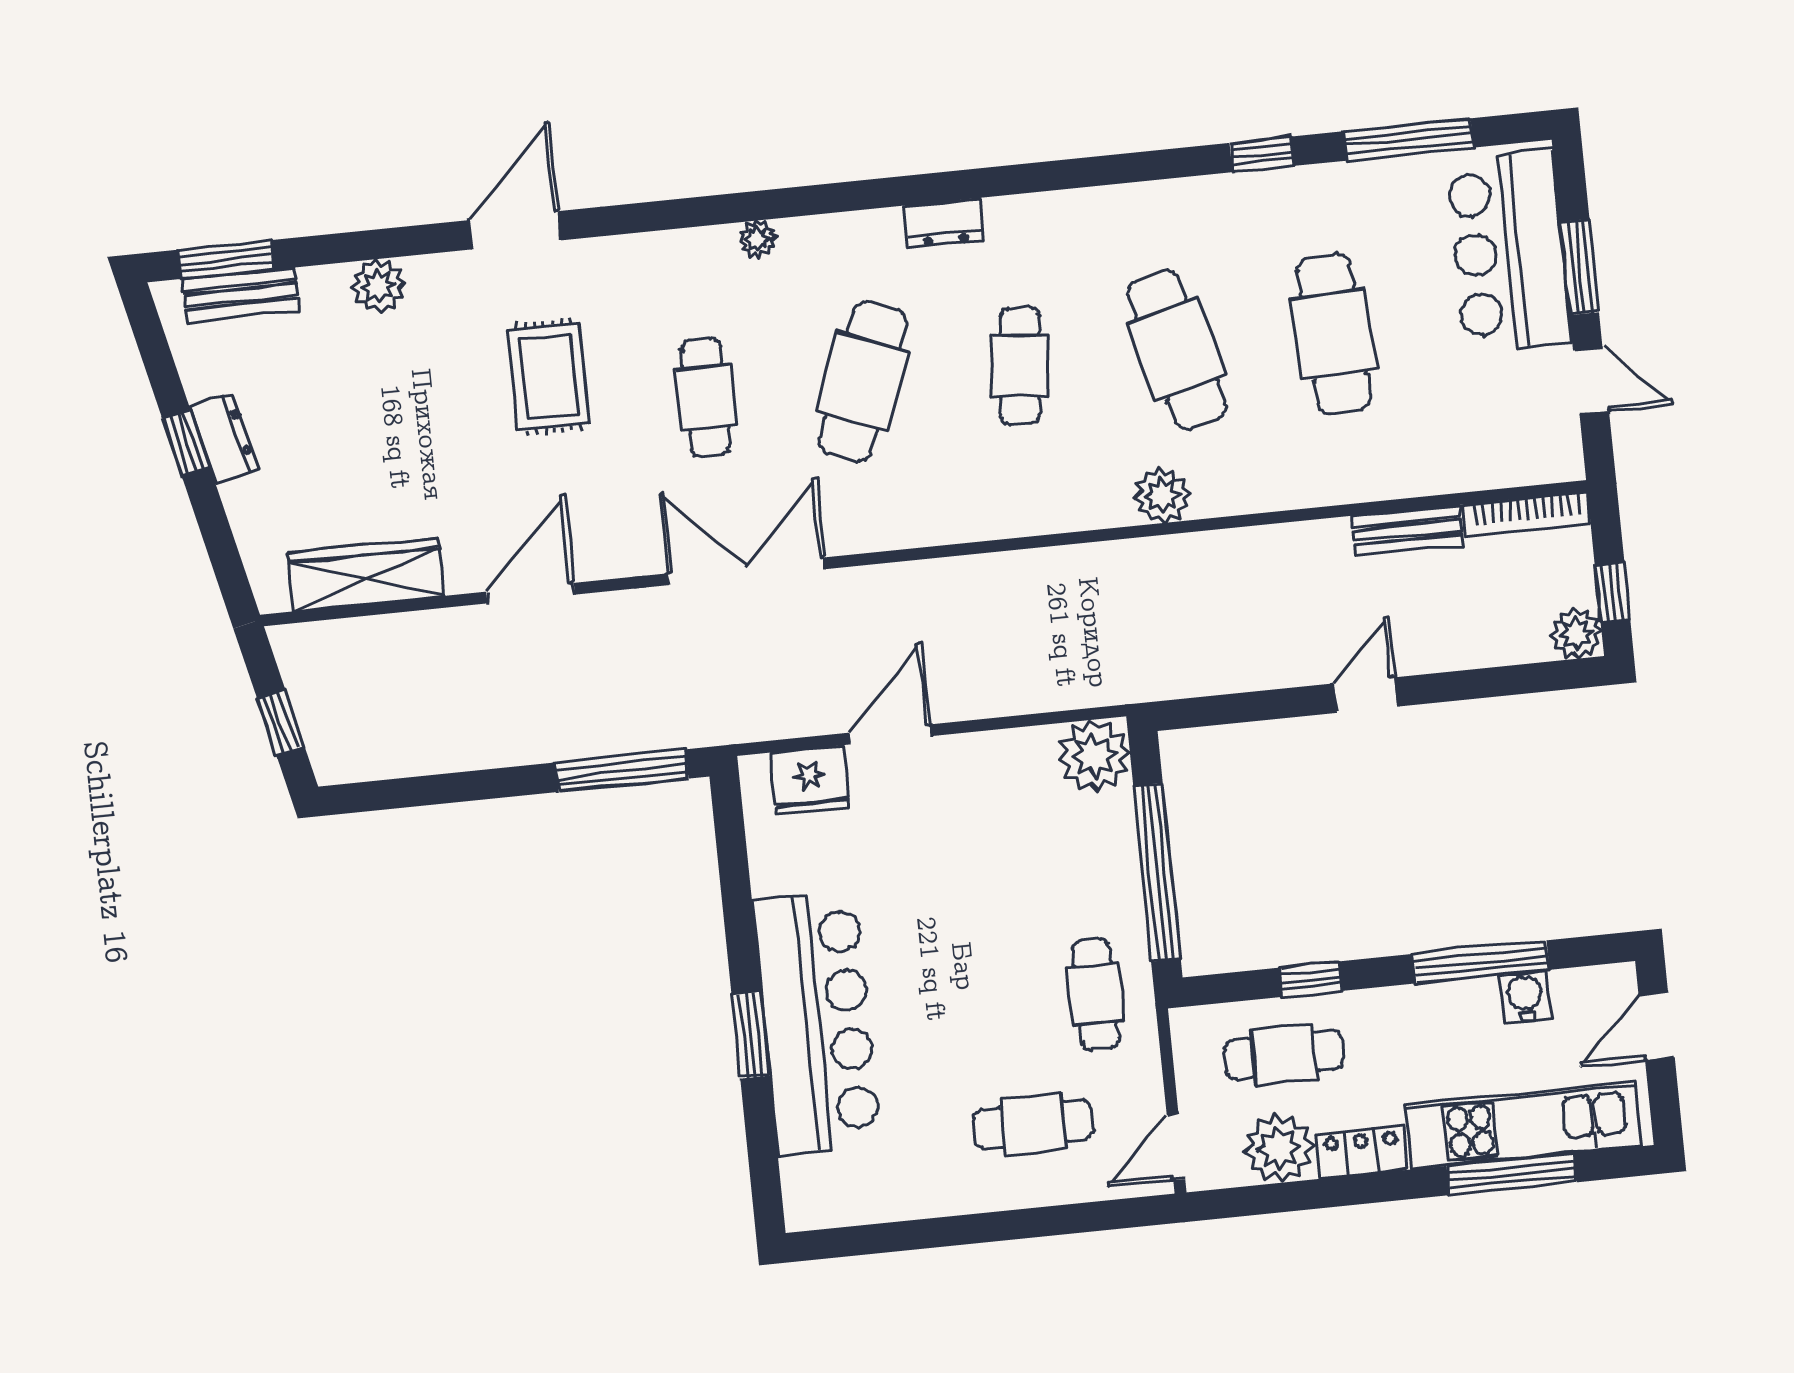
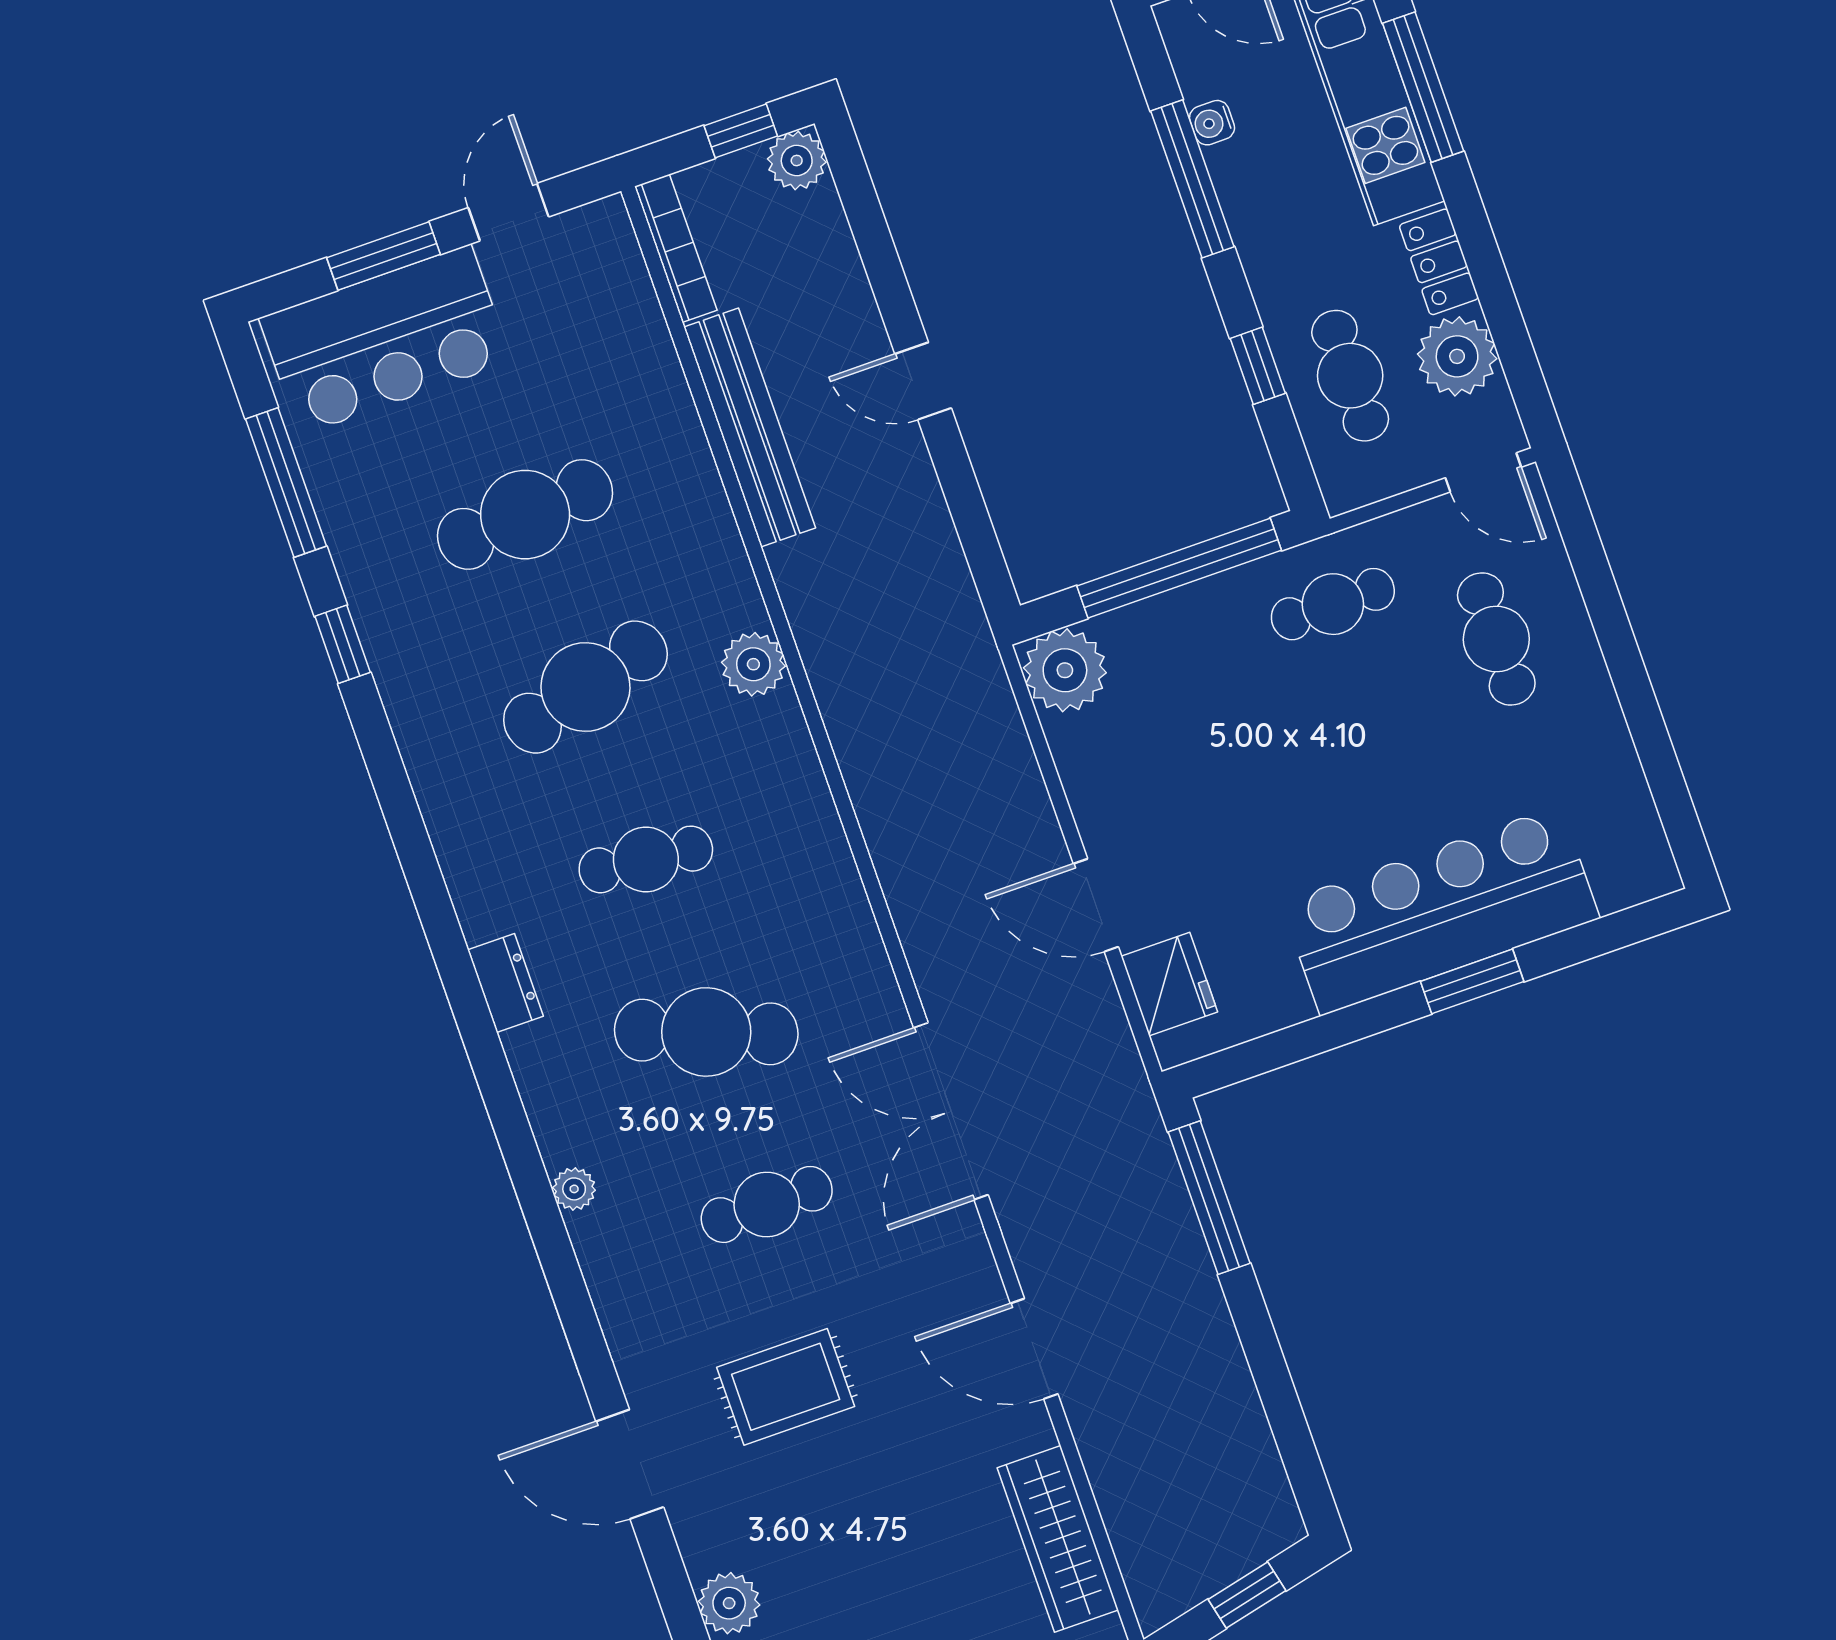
bench: (1408, 531) -> (750, 427), width x1.86, depth x1.21
water cooler: (1525, 996) -> (1212, 123), width x0.72, depth x0.72

